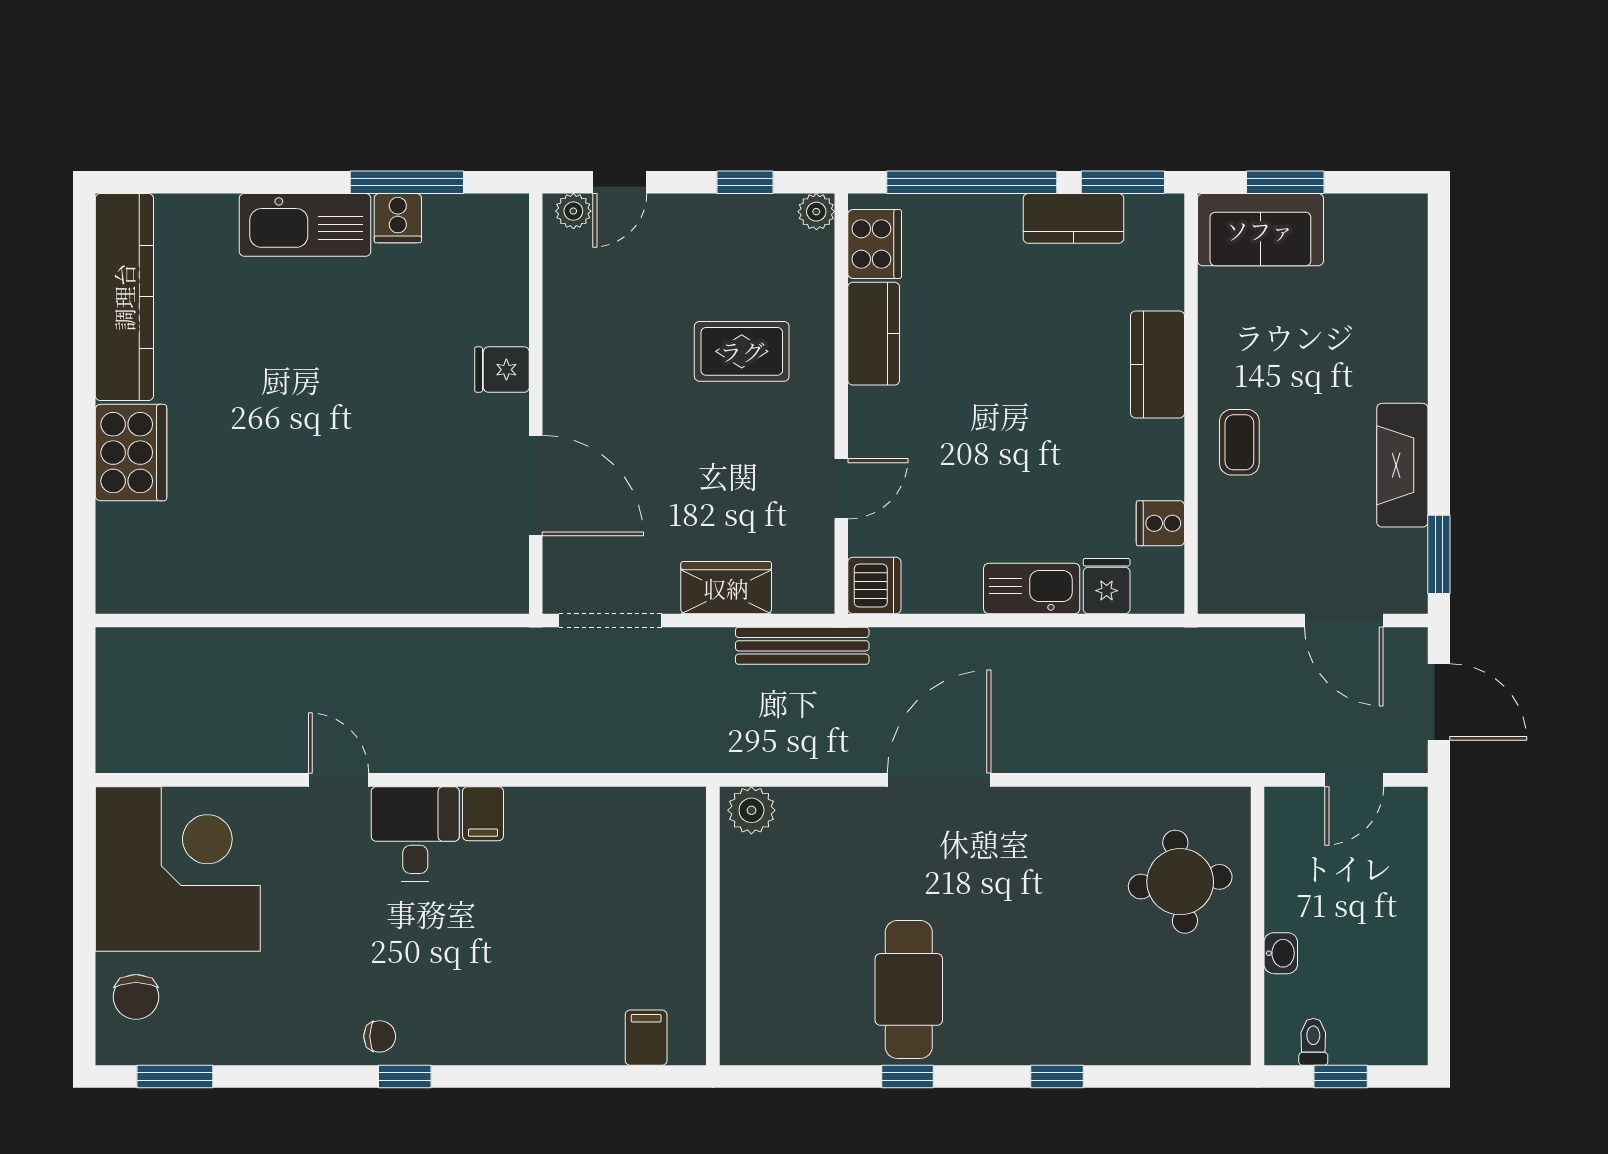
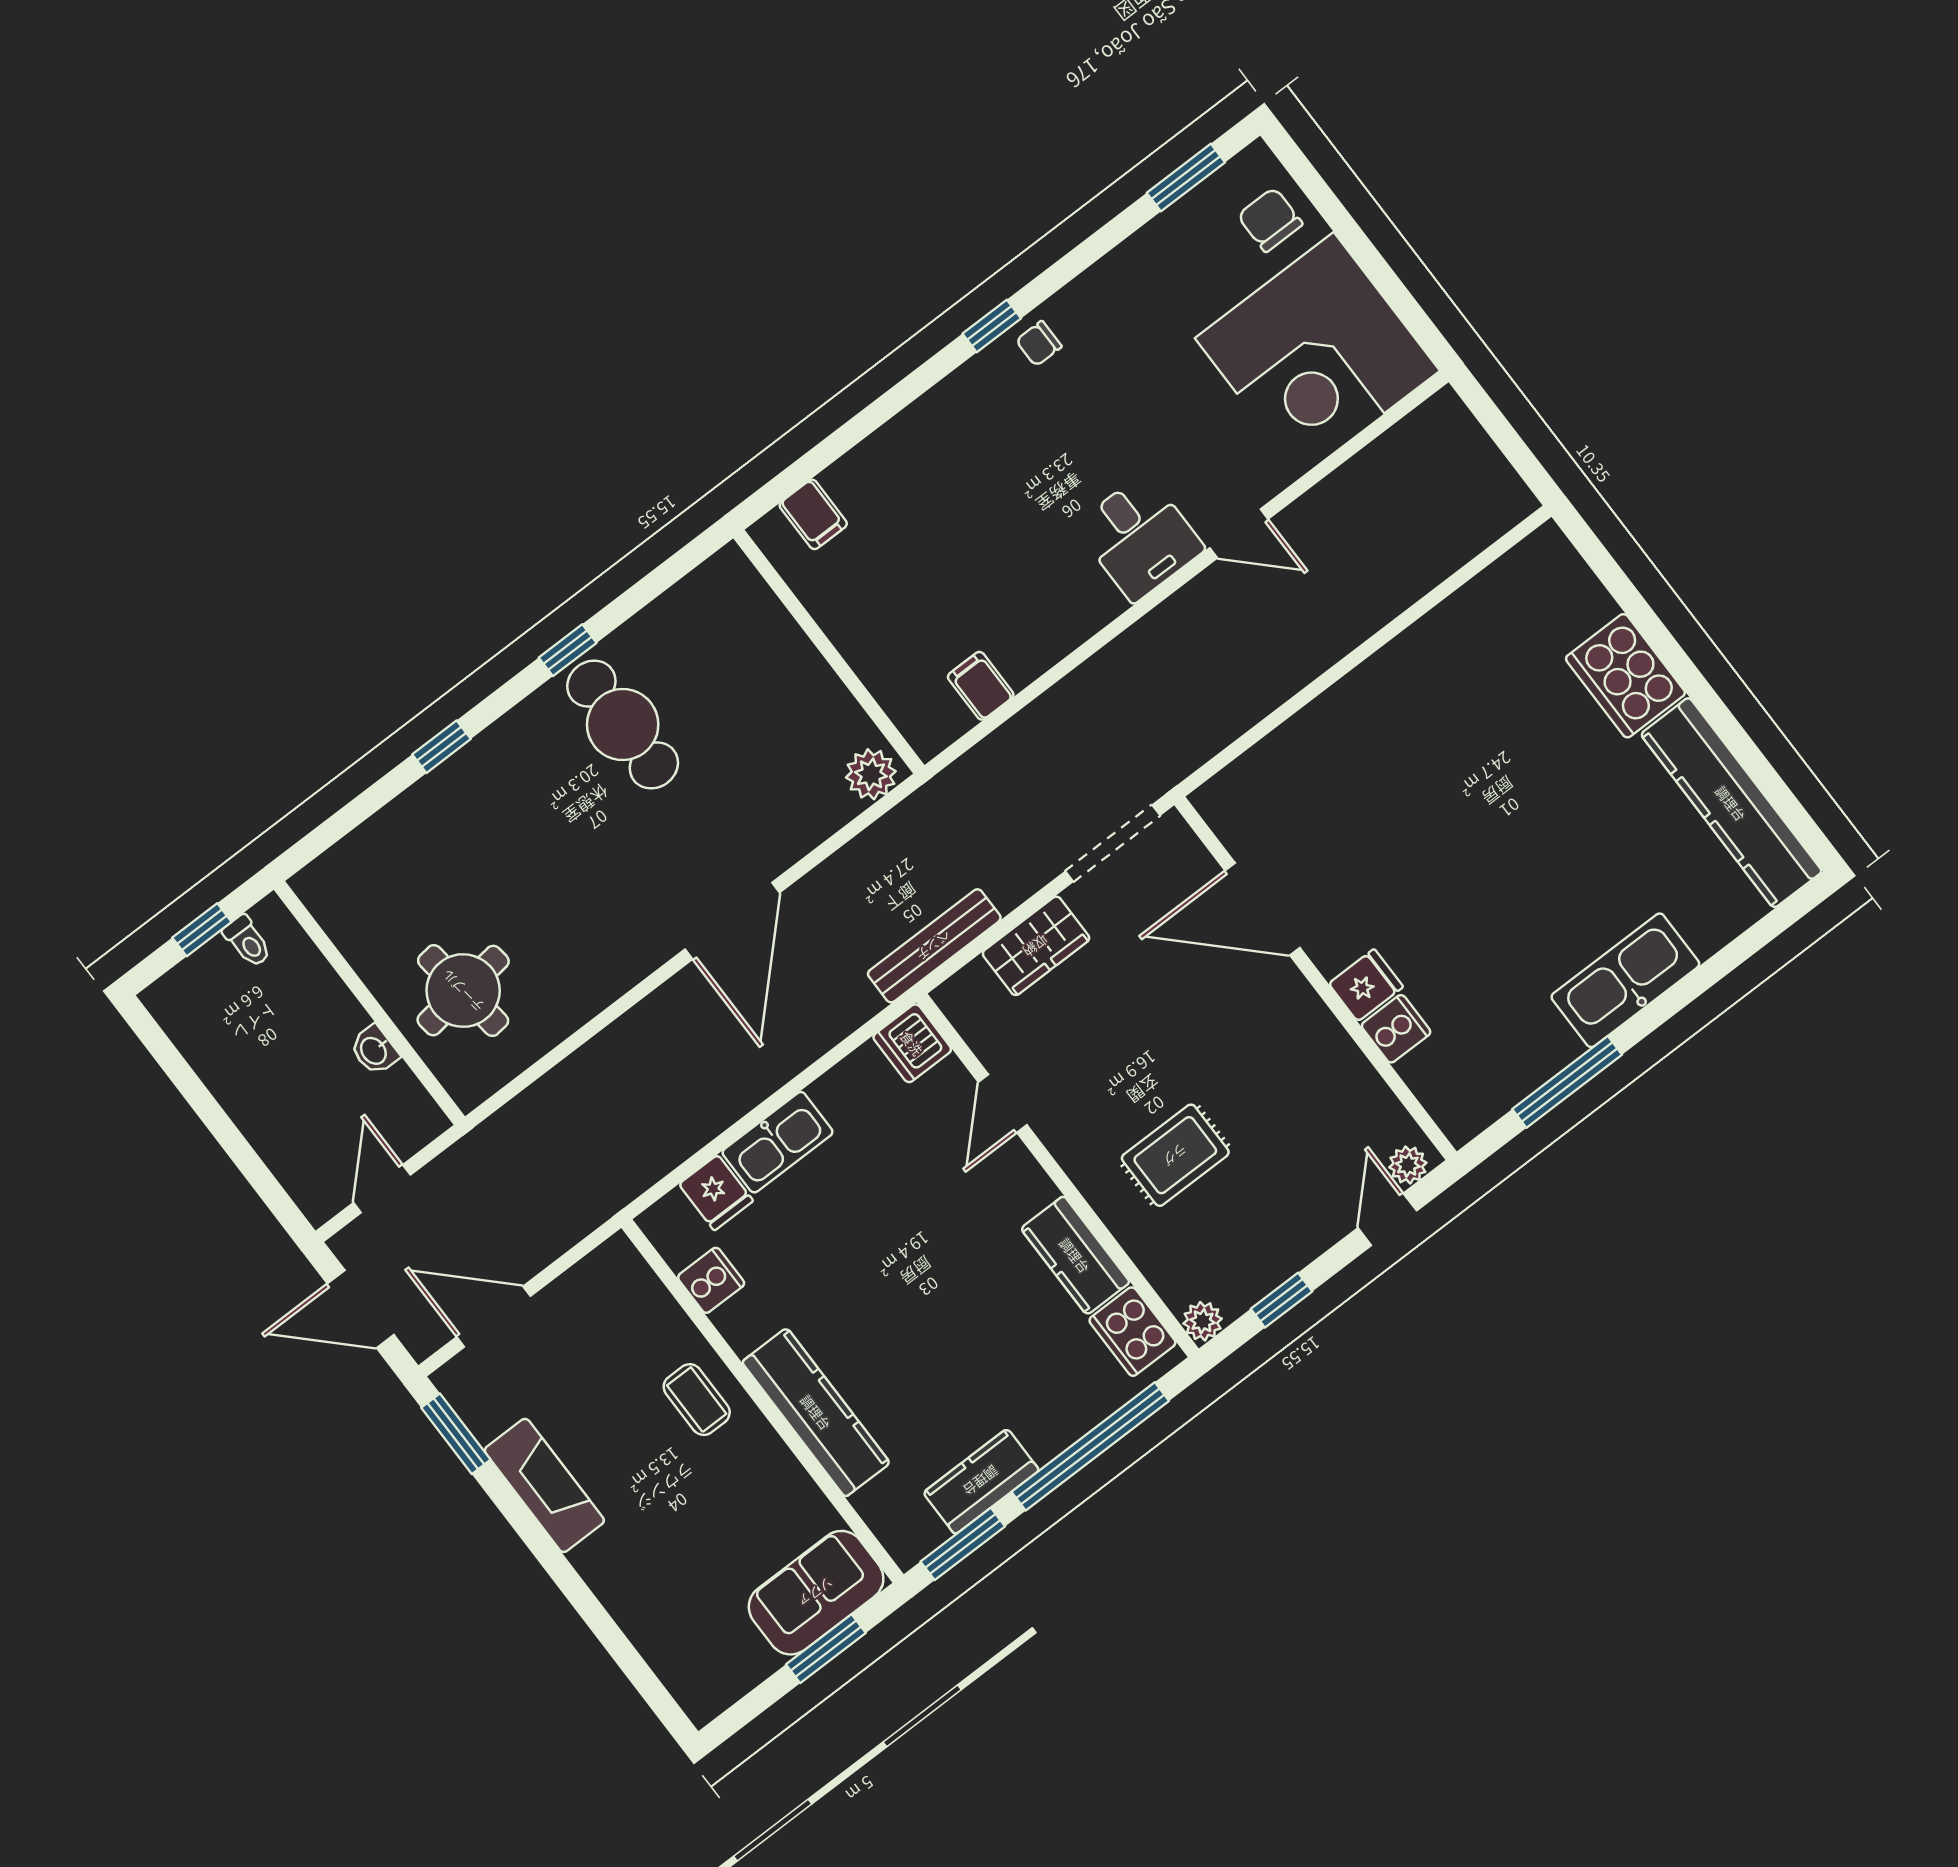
cooker: (398, 218) -> (1396, 1029), moved, turned 90
kitchen counter: (1158, 364) -> (816, 1412), width x1.50
filing cabinet: (483, 814) -> (981, 686), moved
washbasin: (1281, 953) -> (374, 1050), moved

